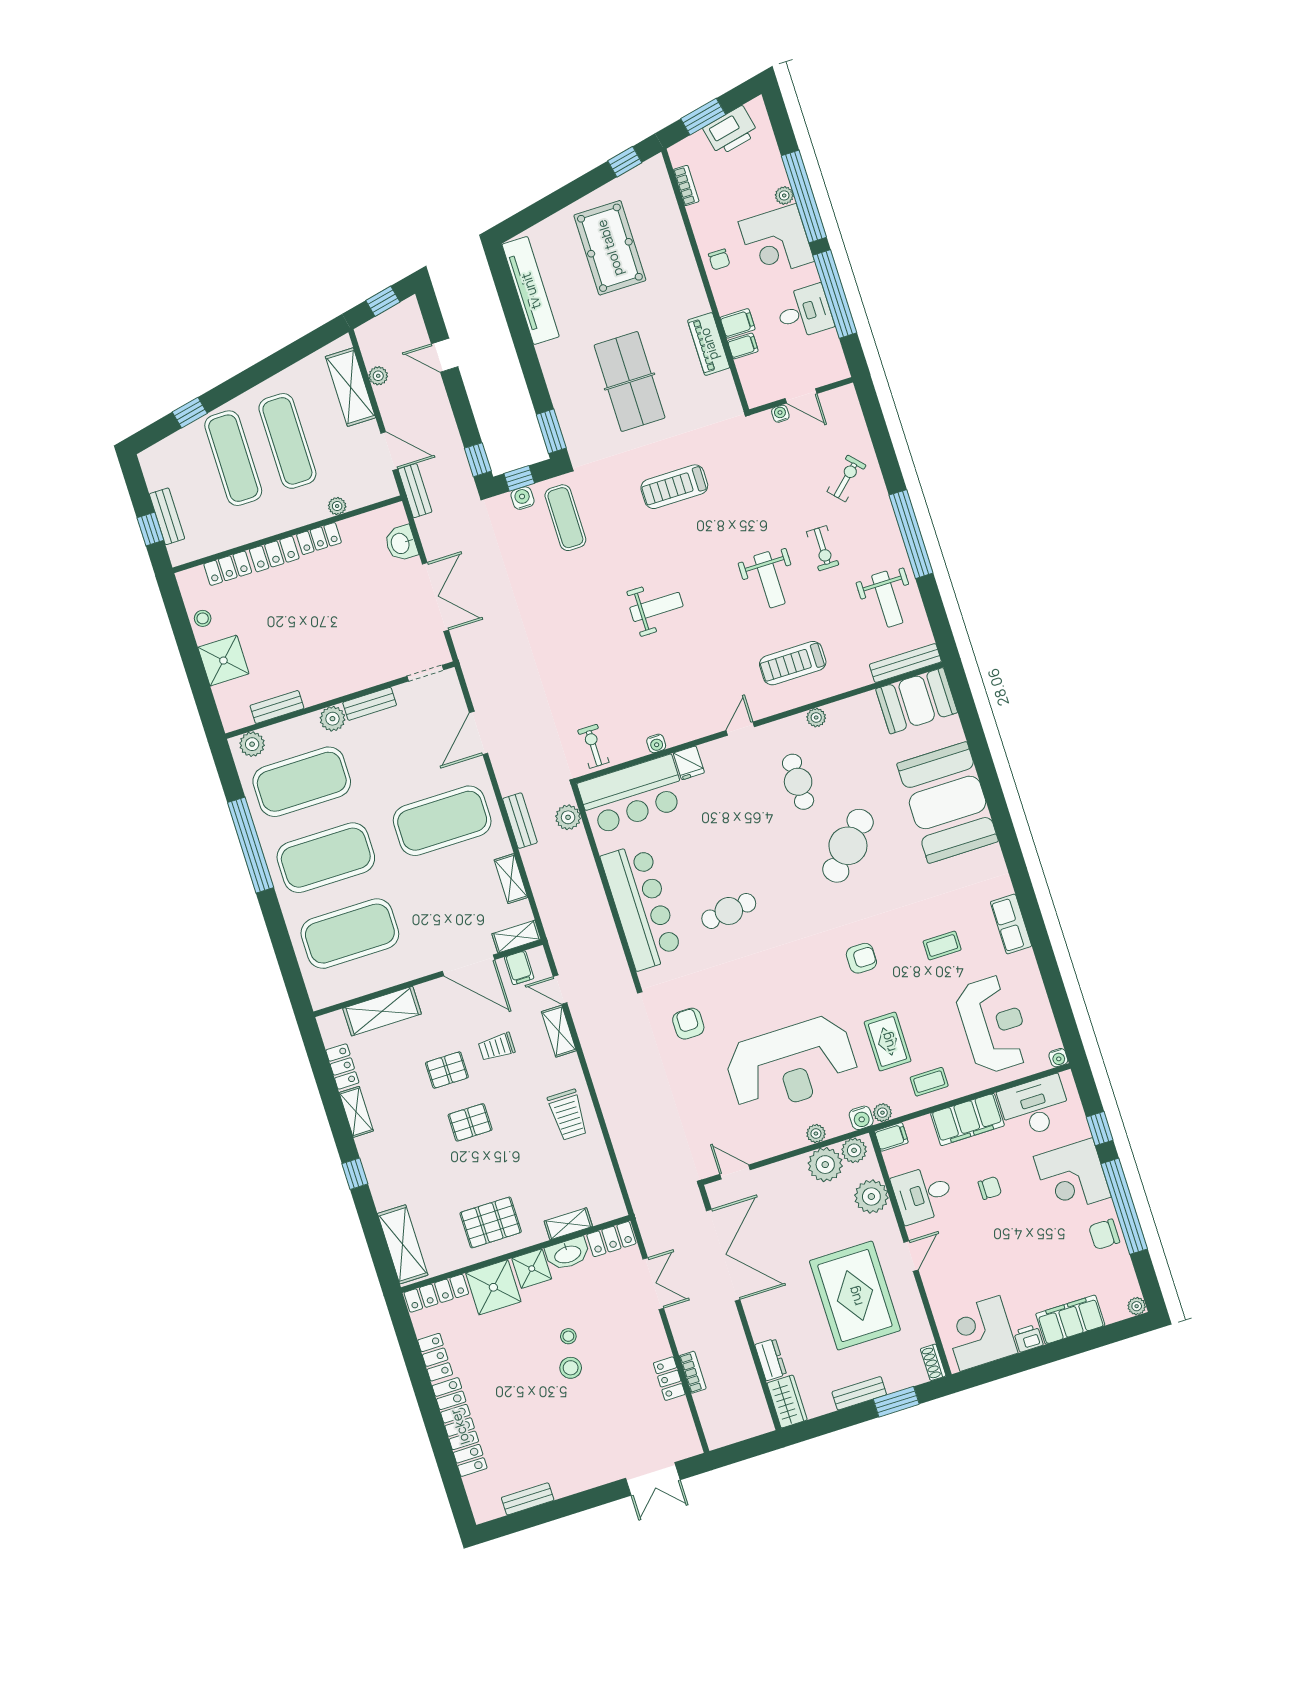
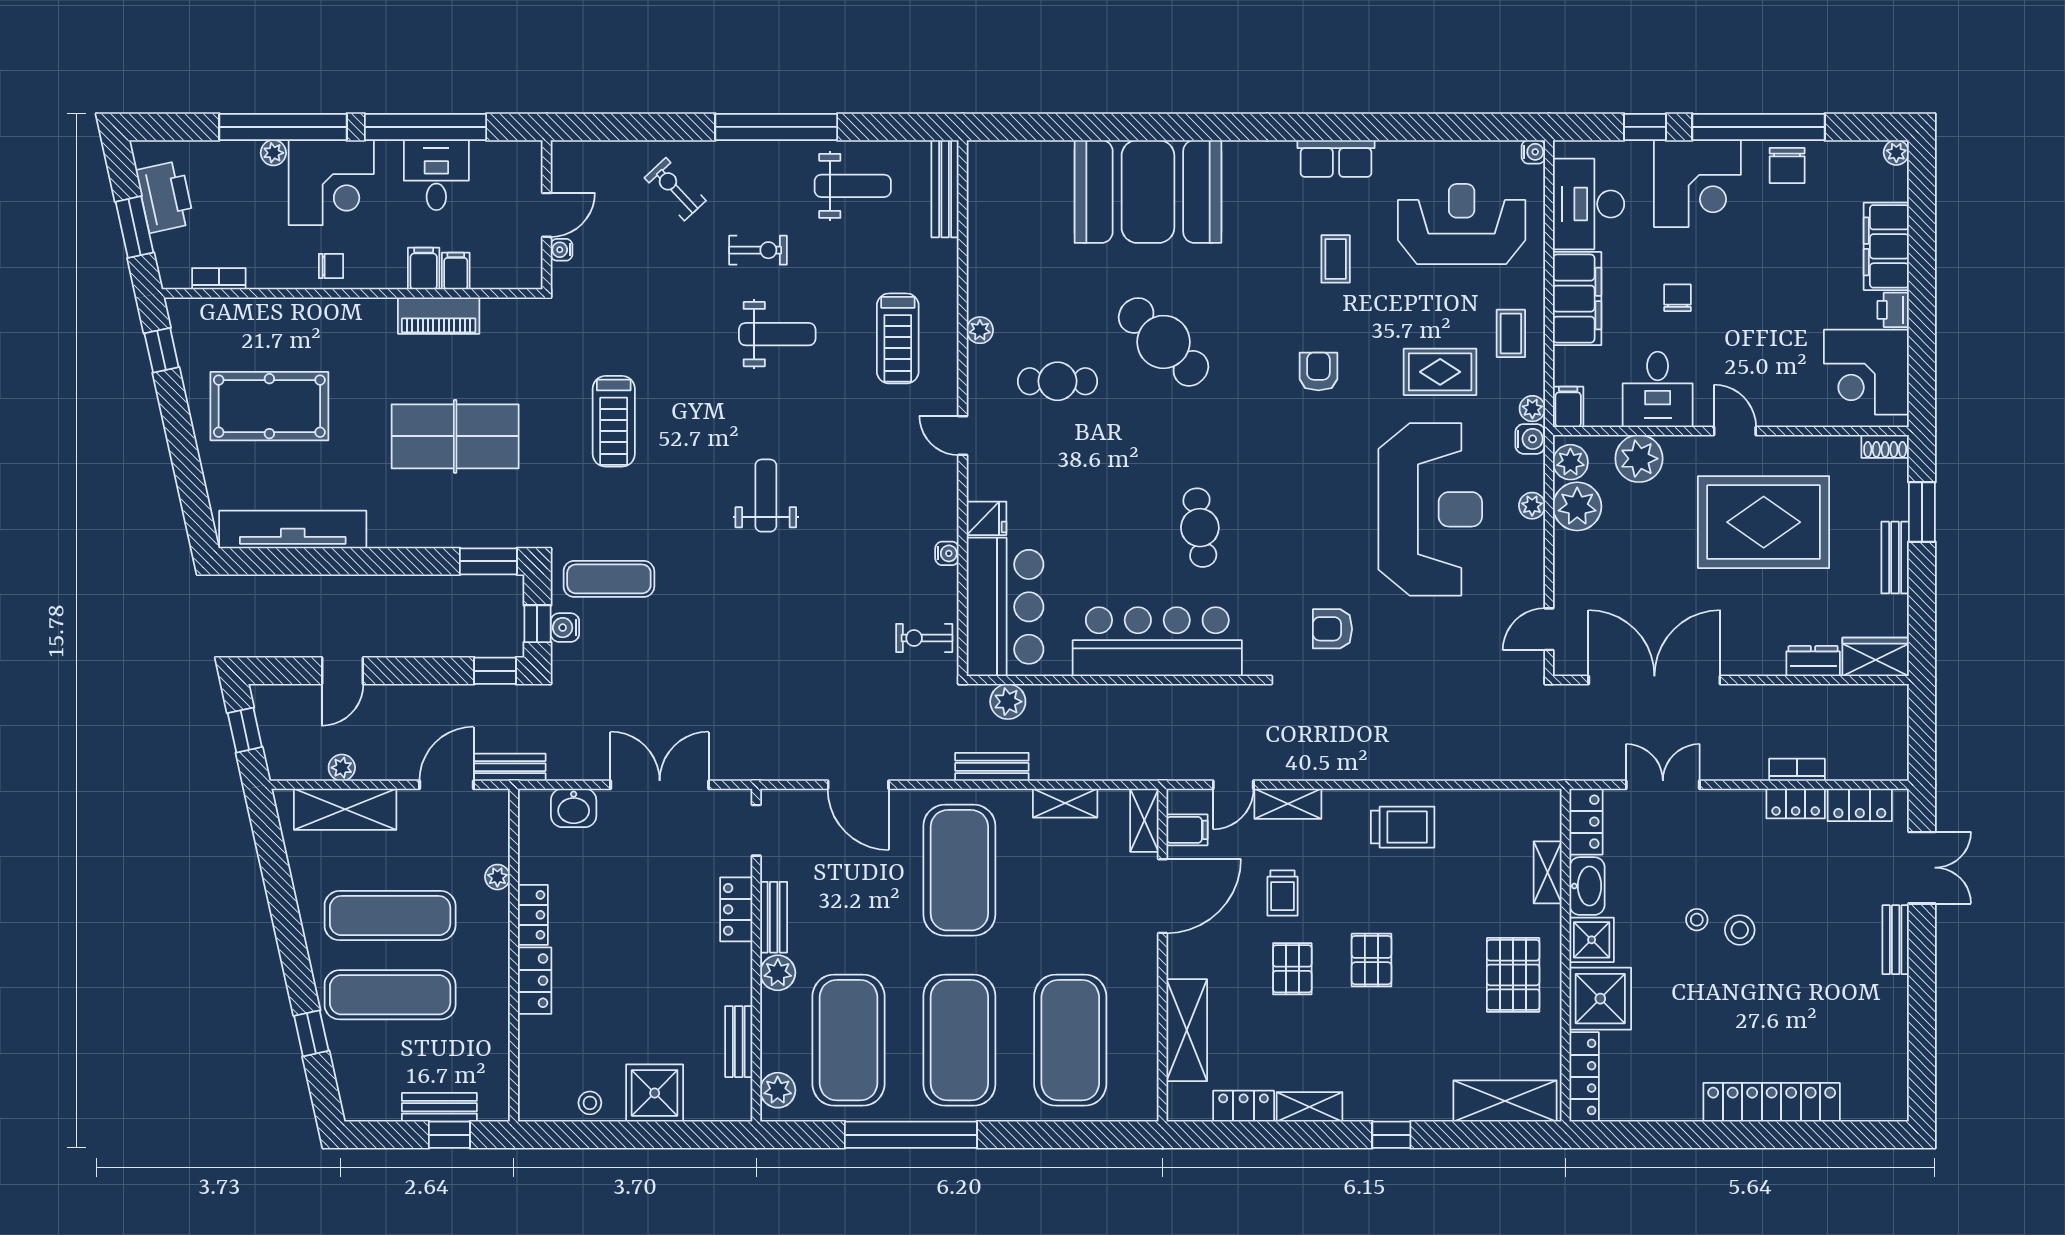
locker: (228, 568) -> (736, 909), moved, turned 180
booth: (917, 701) -> (1000, 190), removed
locker: (435, 1357) -> (1860, 805), moved, turned 180
bench: (528, 1499) -> (1896, 940), moved

